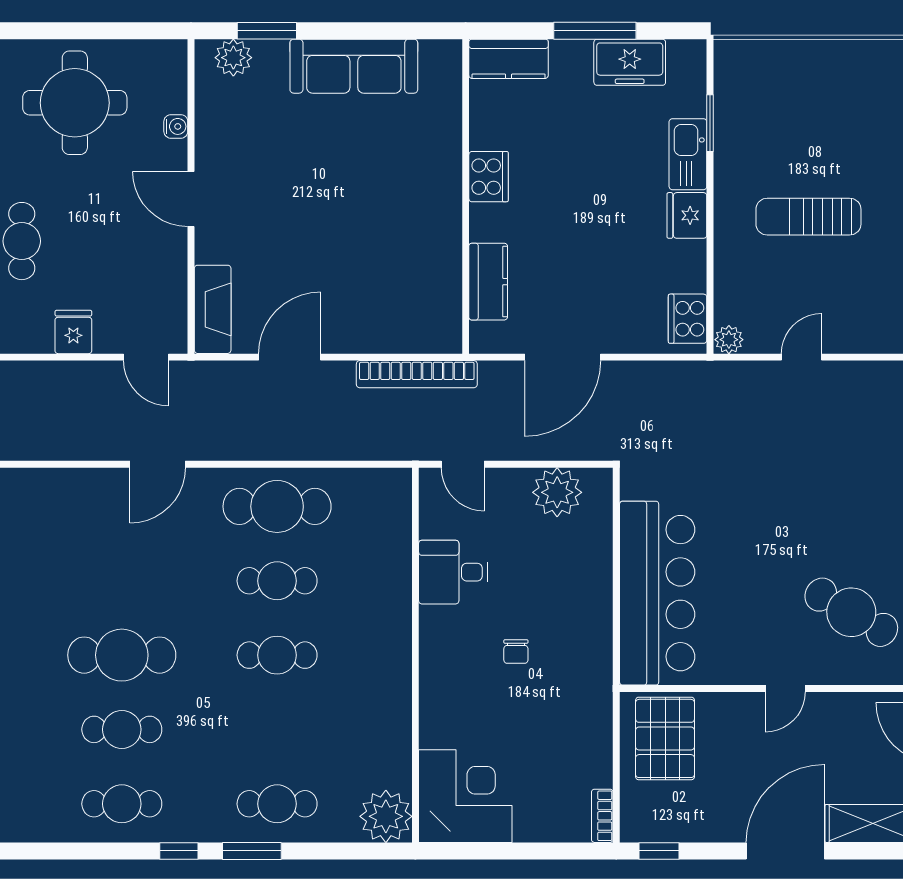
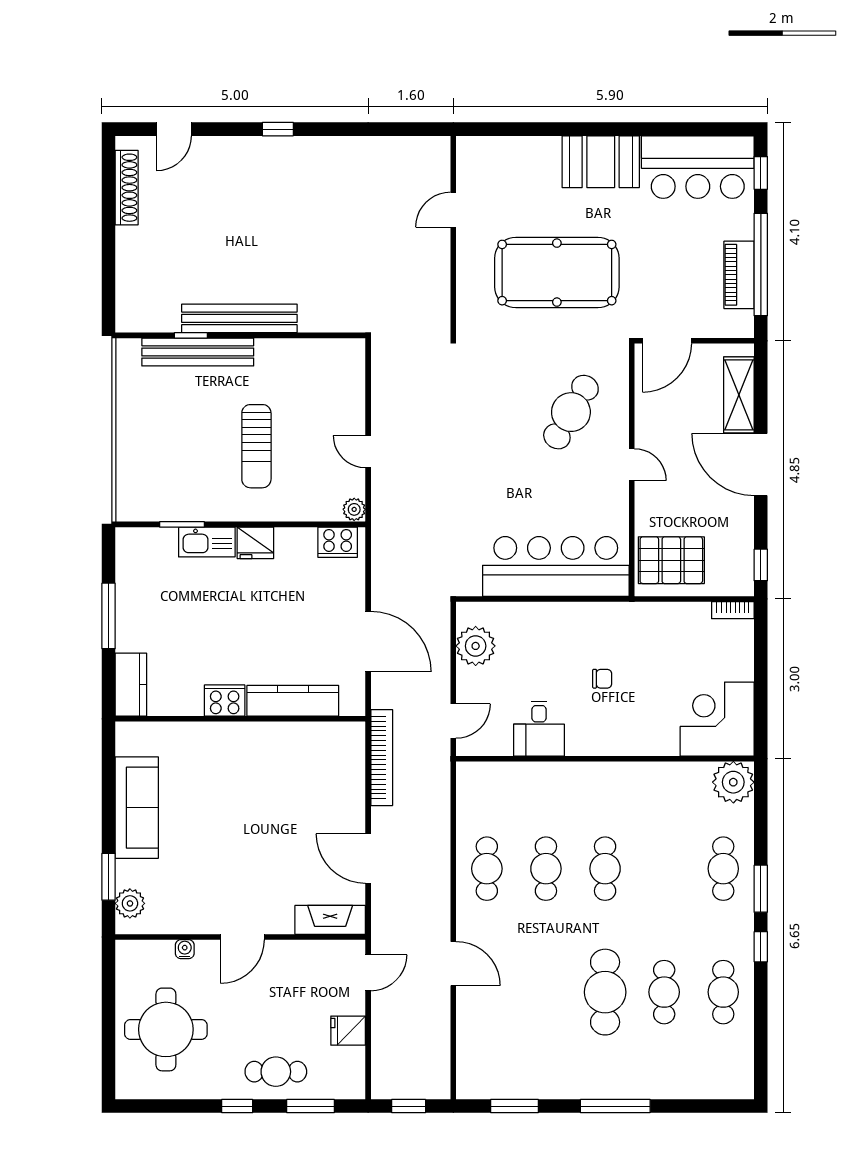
freezer: (630, 62) -> (134, 588), removed
kitchen counter: (488, 282) -> (293, 701), width x1.50
cafe table: (277, 506) -> (487, 869), width x0.73, depth x0.74

